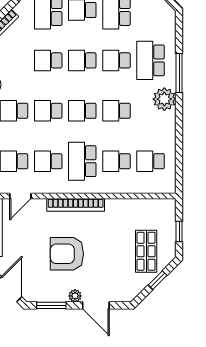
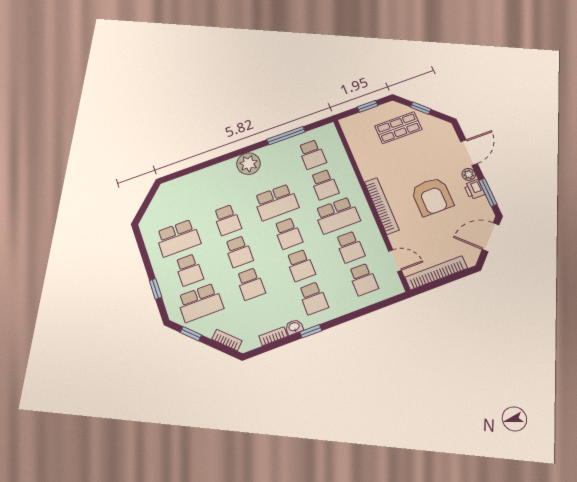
school desk: (151, 60) -> (216, 189), removed
window: (179, 73) -> (286, 136), moved
school desk: (116, 111) -> (276, 202), width x1.85
printer: (59, 294) -> (474, 189), added

